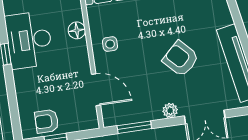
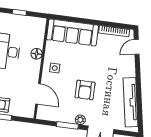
armchair: (181, 59) -> (85, 90), moved, turned -136
window: (134, 127) -> (67, 125), moved

